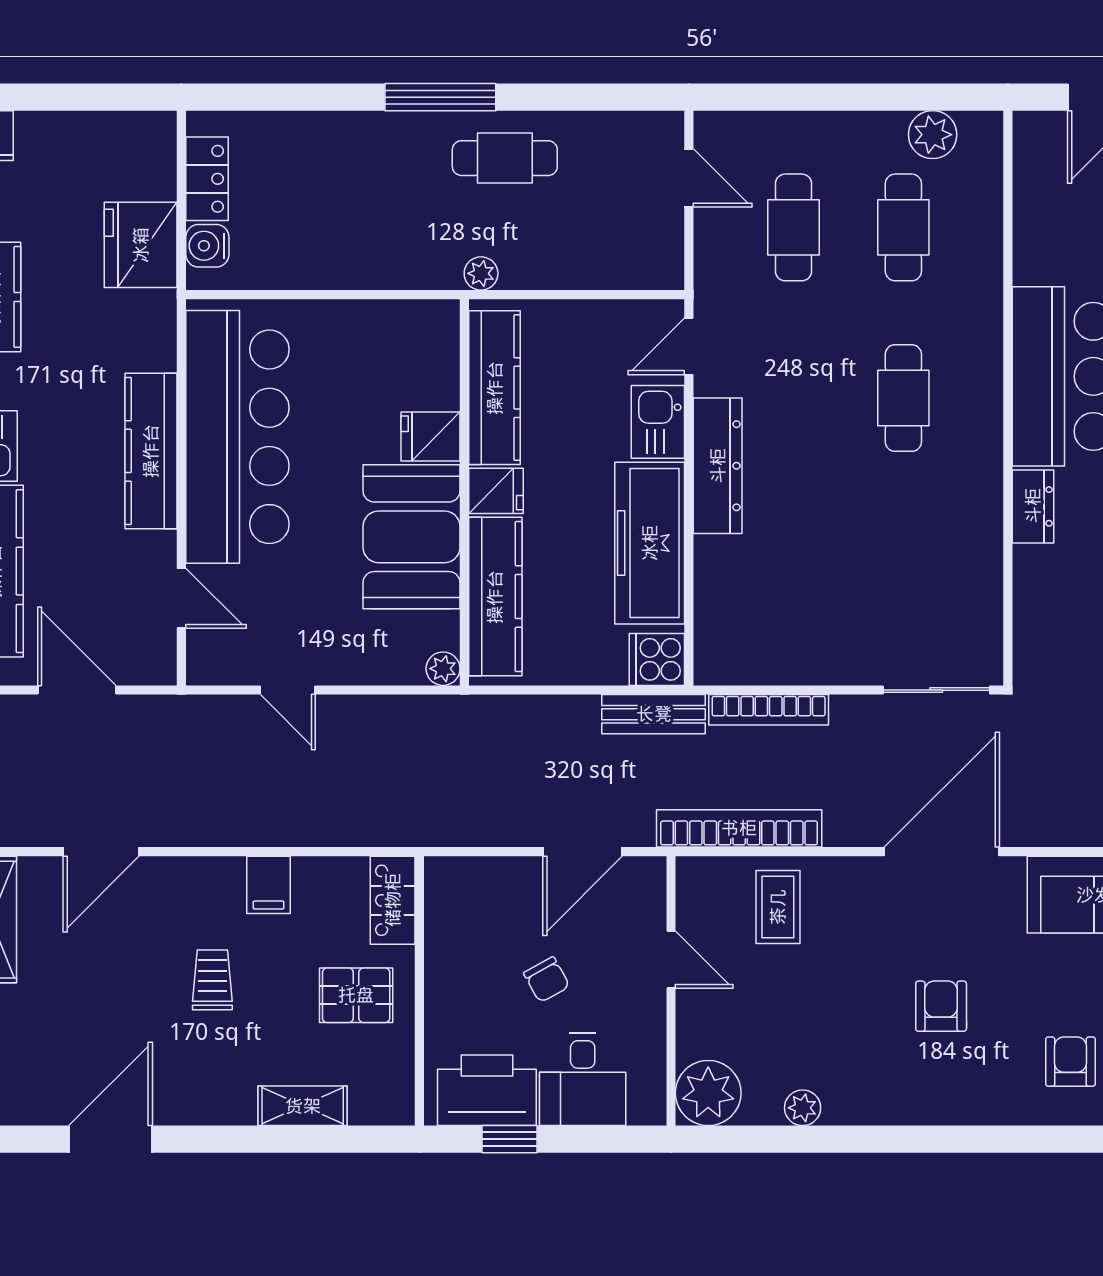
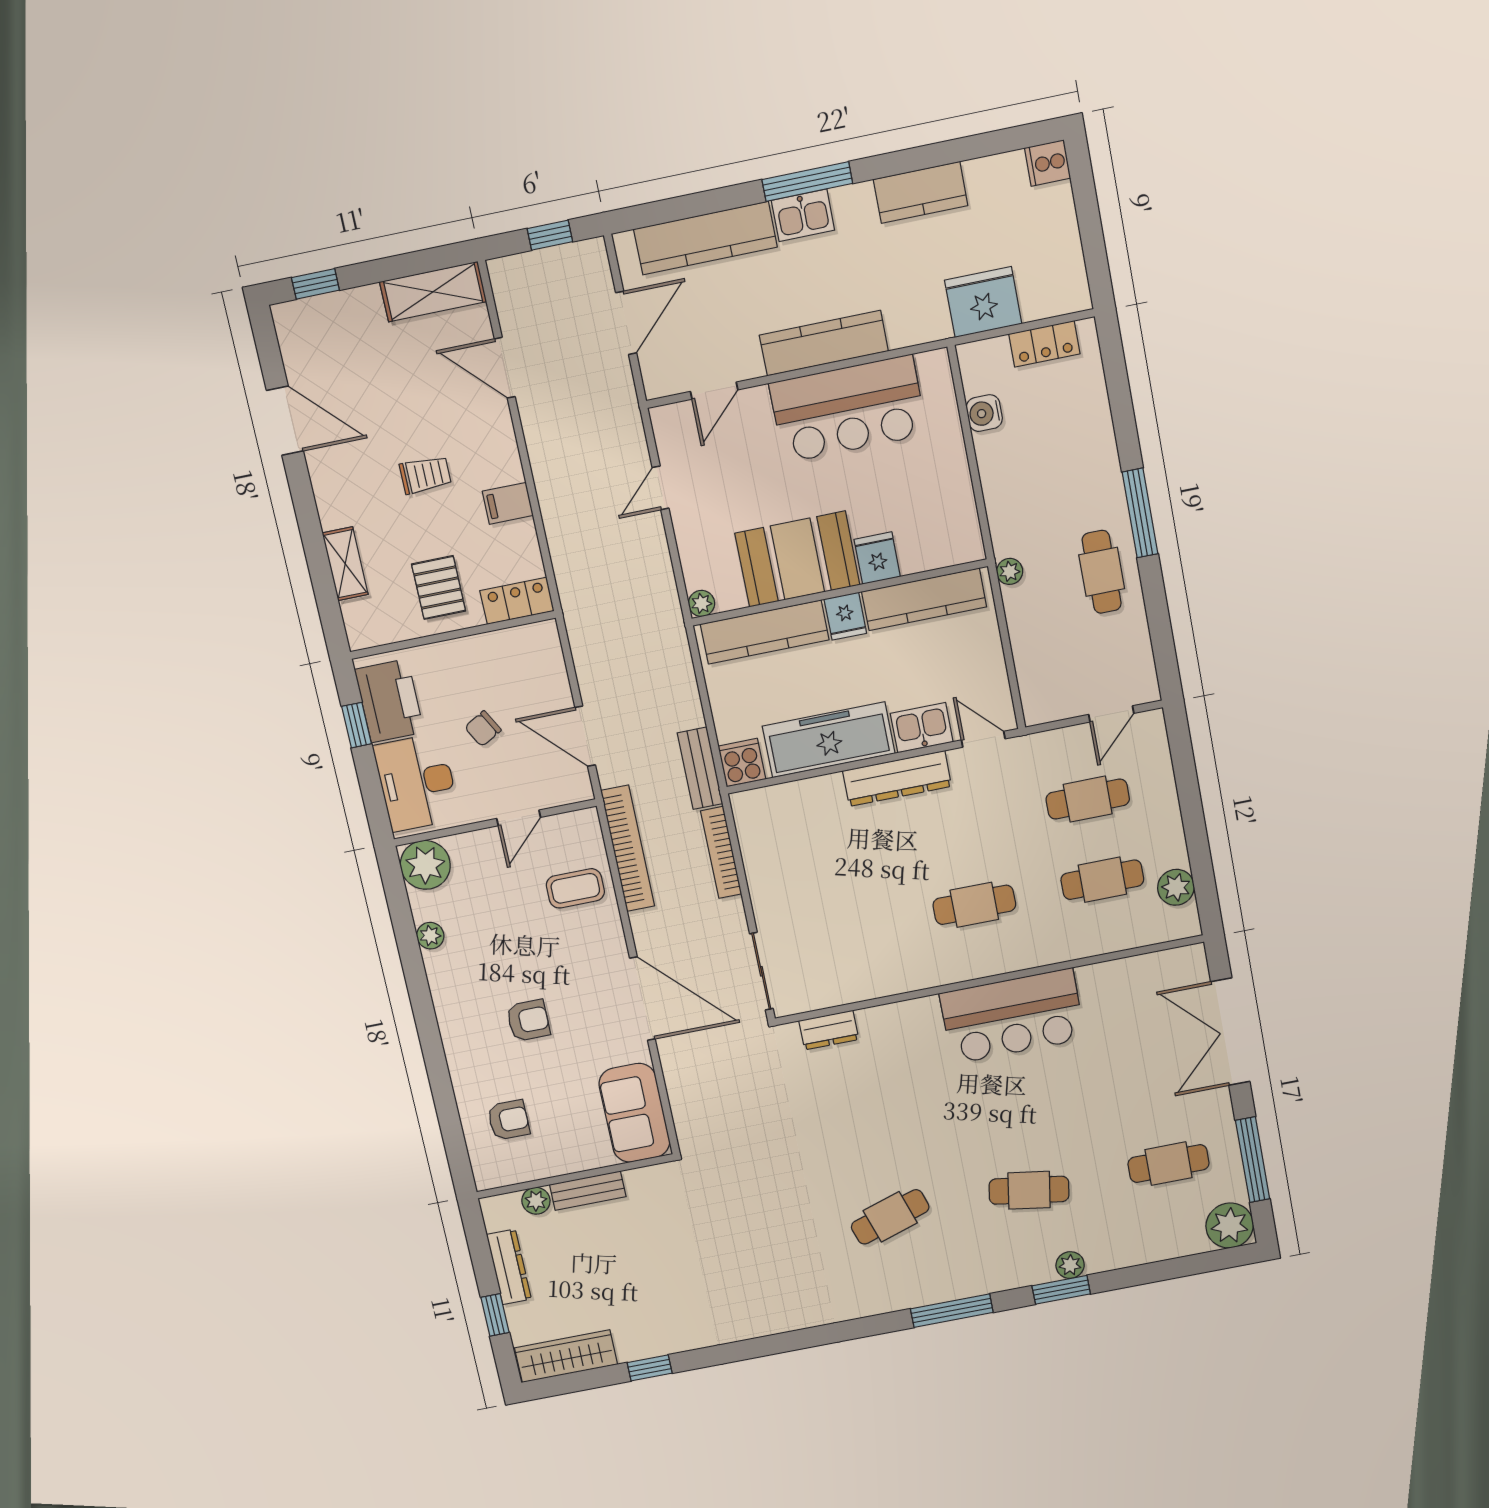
water cooler: (207, 246) -> (984, 413), moved, turned -90
bar counter: (237, 437) -> (848, 409), width x0.73
dresser: (1033, 506) -> (829, 1030), moved
desk: (583, 1079) -> (417, 782), width x1.37

